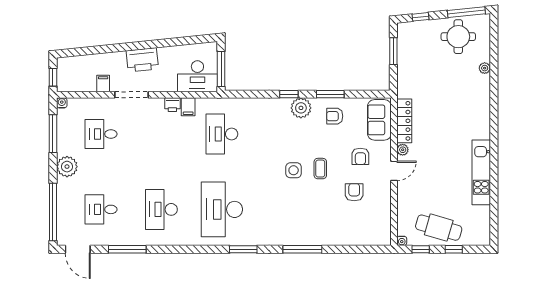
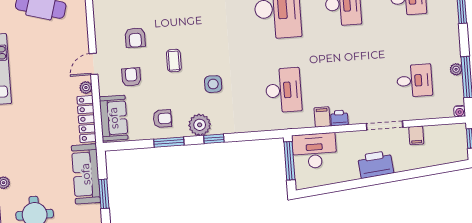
sofa: (408, 70) -> (86, 174), added
plant: (67, 167) -> (456, 69), moved, width x0.53, depth x0.53
side table: (294, 170) -> (213, 84), moved

